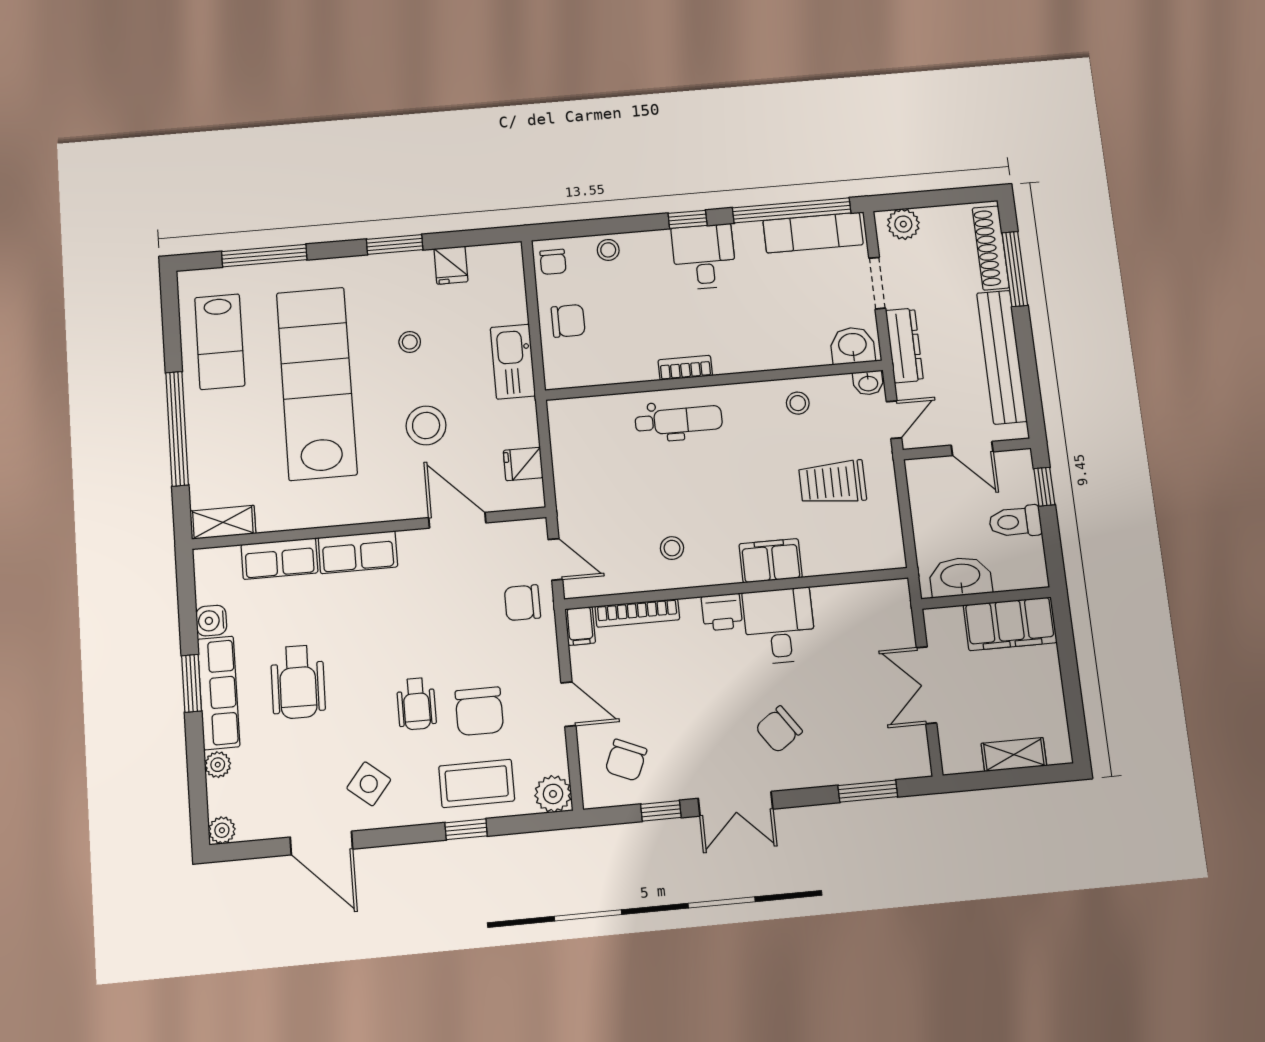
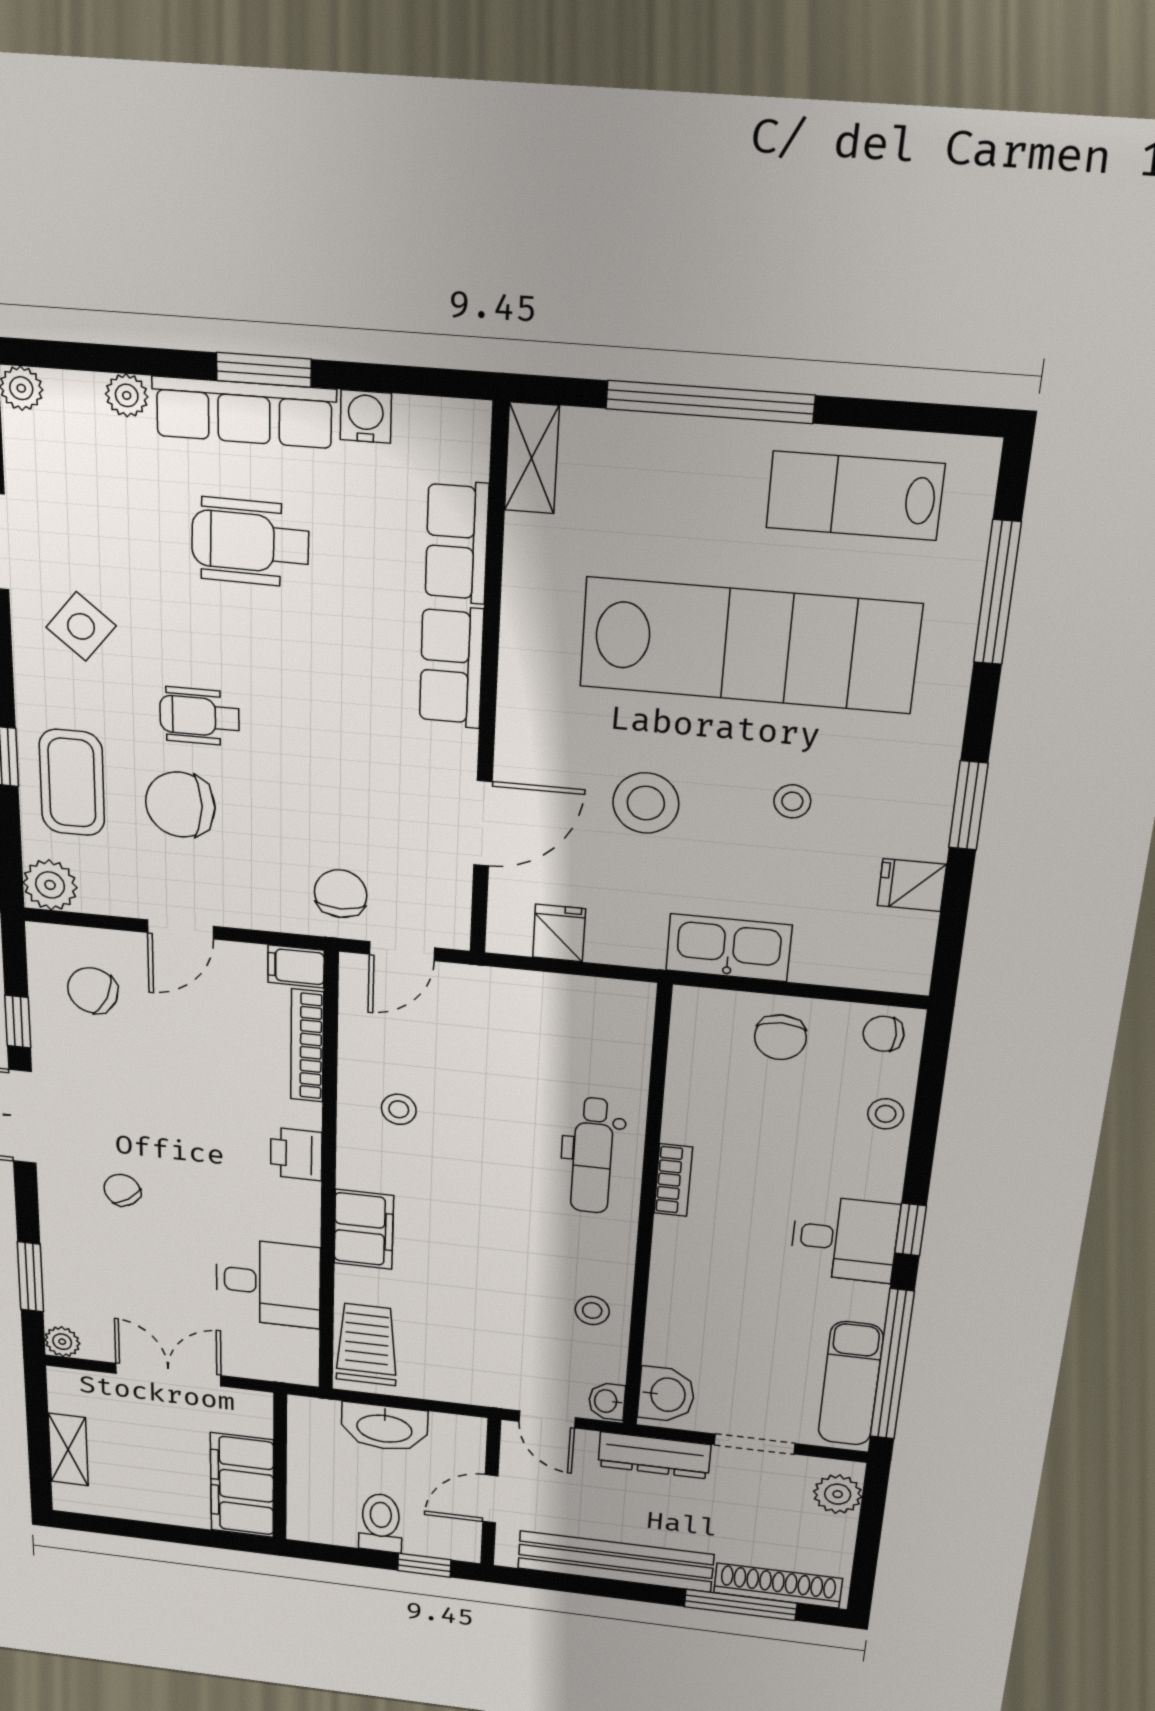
trolley: (833, 483) -> (367, 1344), moved
washbasin: (960, 577) -> (384, 1427), moved, turned 90
desk: (779, 626) -> (268, 1283), moved
chair: (779, 729) -> (122, 1190), width x0.73, depth x0.73
plant: (918, 765) -> (62, 1342), added

